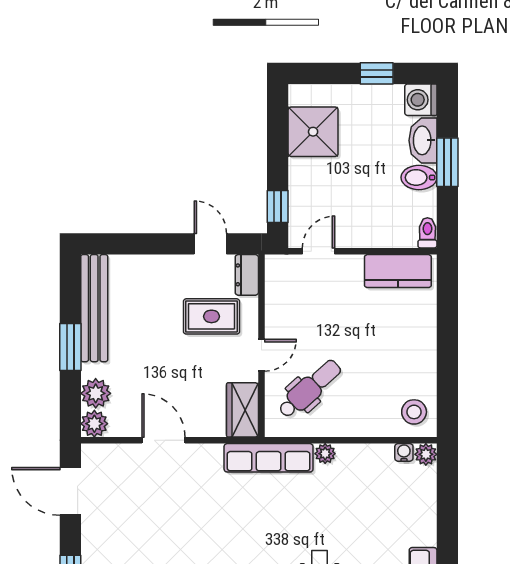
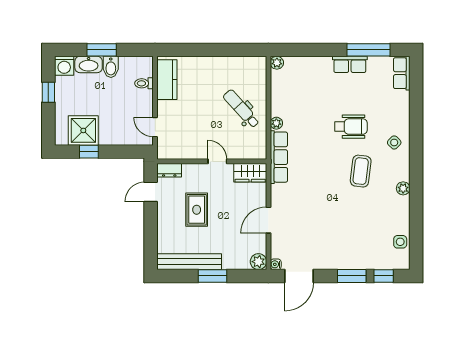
window: (278, 207) -> (89, 152), moved
toilet: (427, 233) -> (144, 83), moved
rug: (212, 316) -> (197, 210), moved
dental chair: (310, 389) -> (241, 109), moved
plant: (96, 393) -> (240, 261), removed
stool: (414, 412) -> (251, 70), removed
water cooler: (404, 452) -> (276, 264), moved

